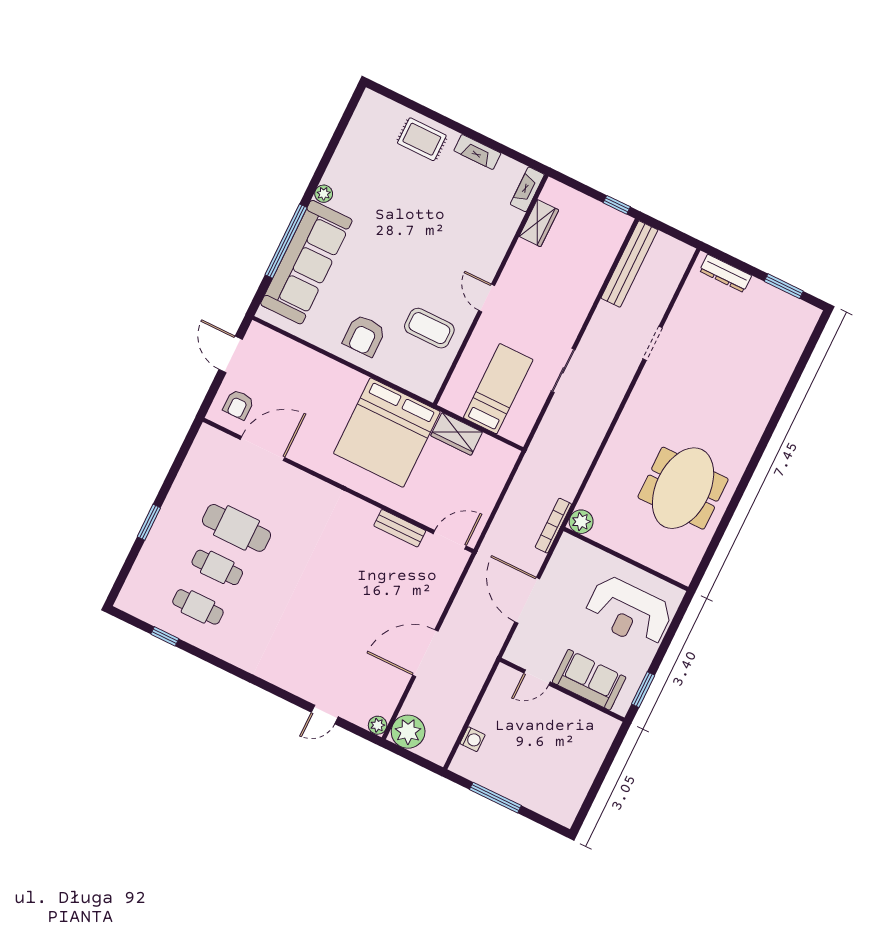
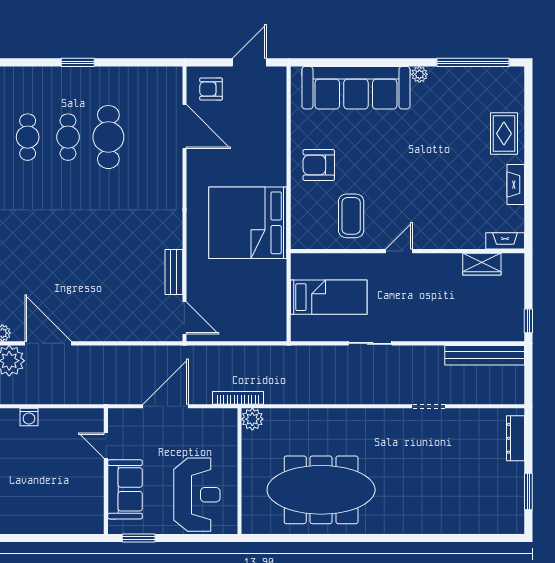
window: (286, 241) -> (473, 62), moved
wardrobe: (457, 434) -> (275, 281), removed
meeting table: (683, 488) -> (321, 490), width x1.36
reception desk: (629, 612) -> (197, 495), turned 180
door: (425, 653) -> (48, 343), moved

